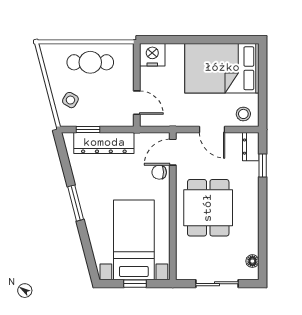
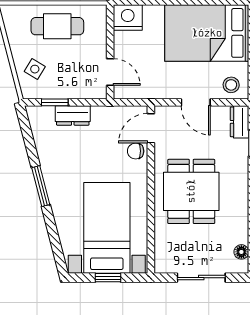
dresser: (104, 143) -> (73, 115), width x0.51, depth x0.80

